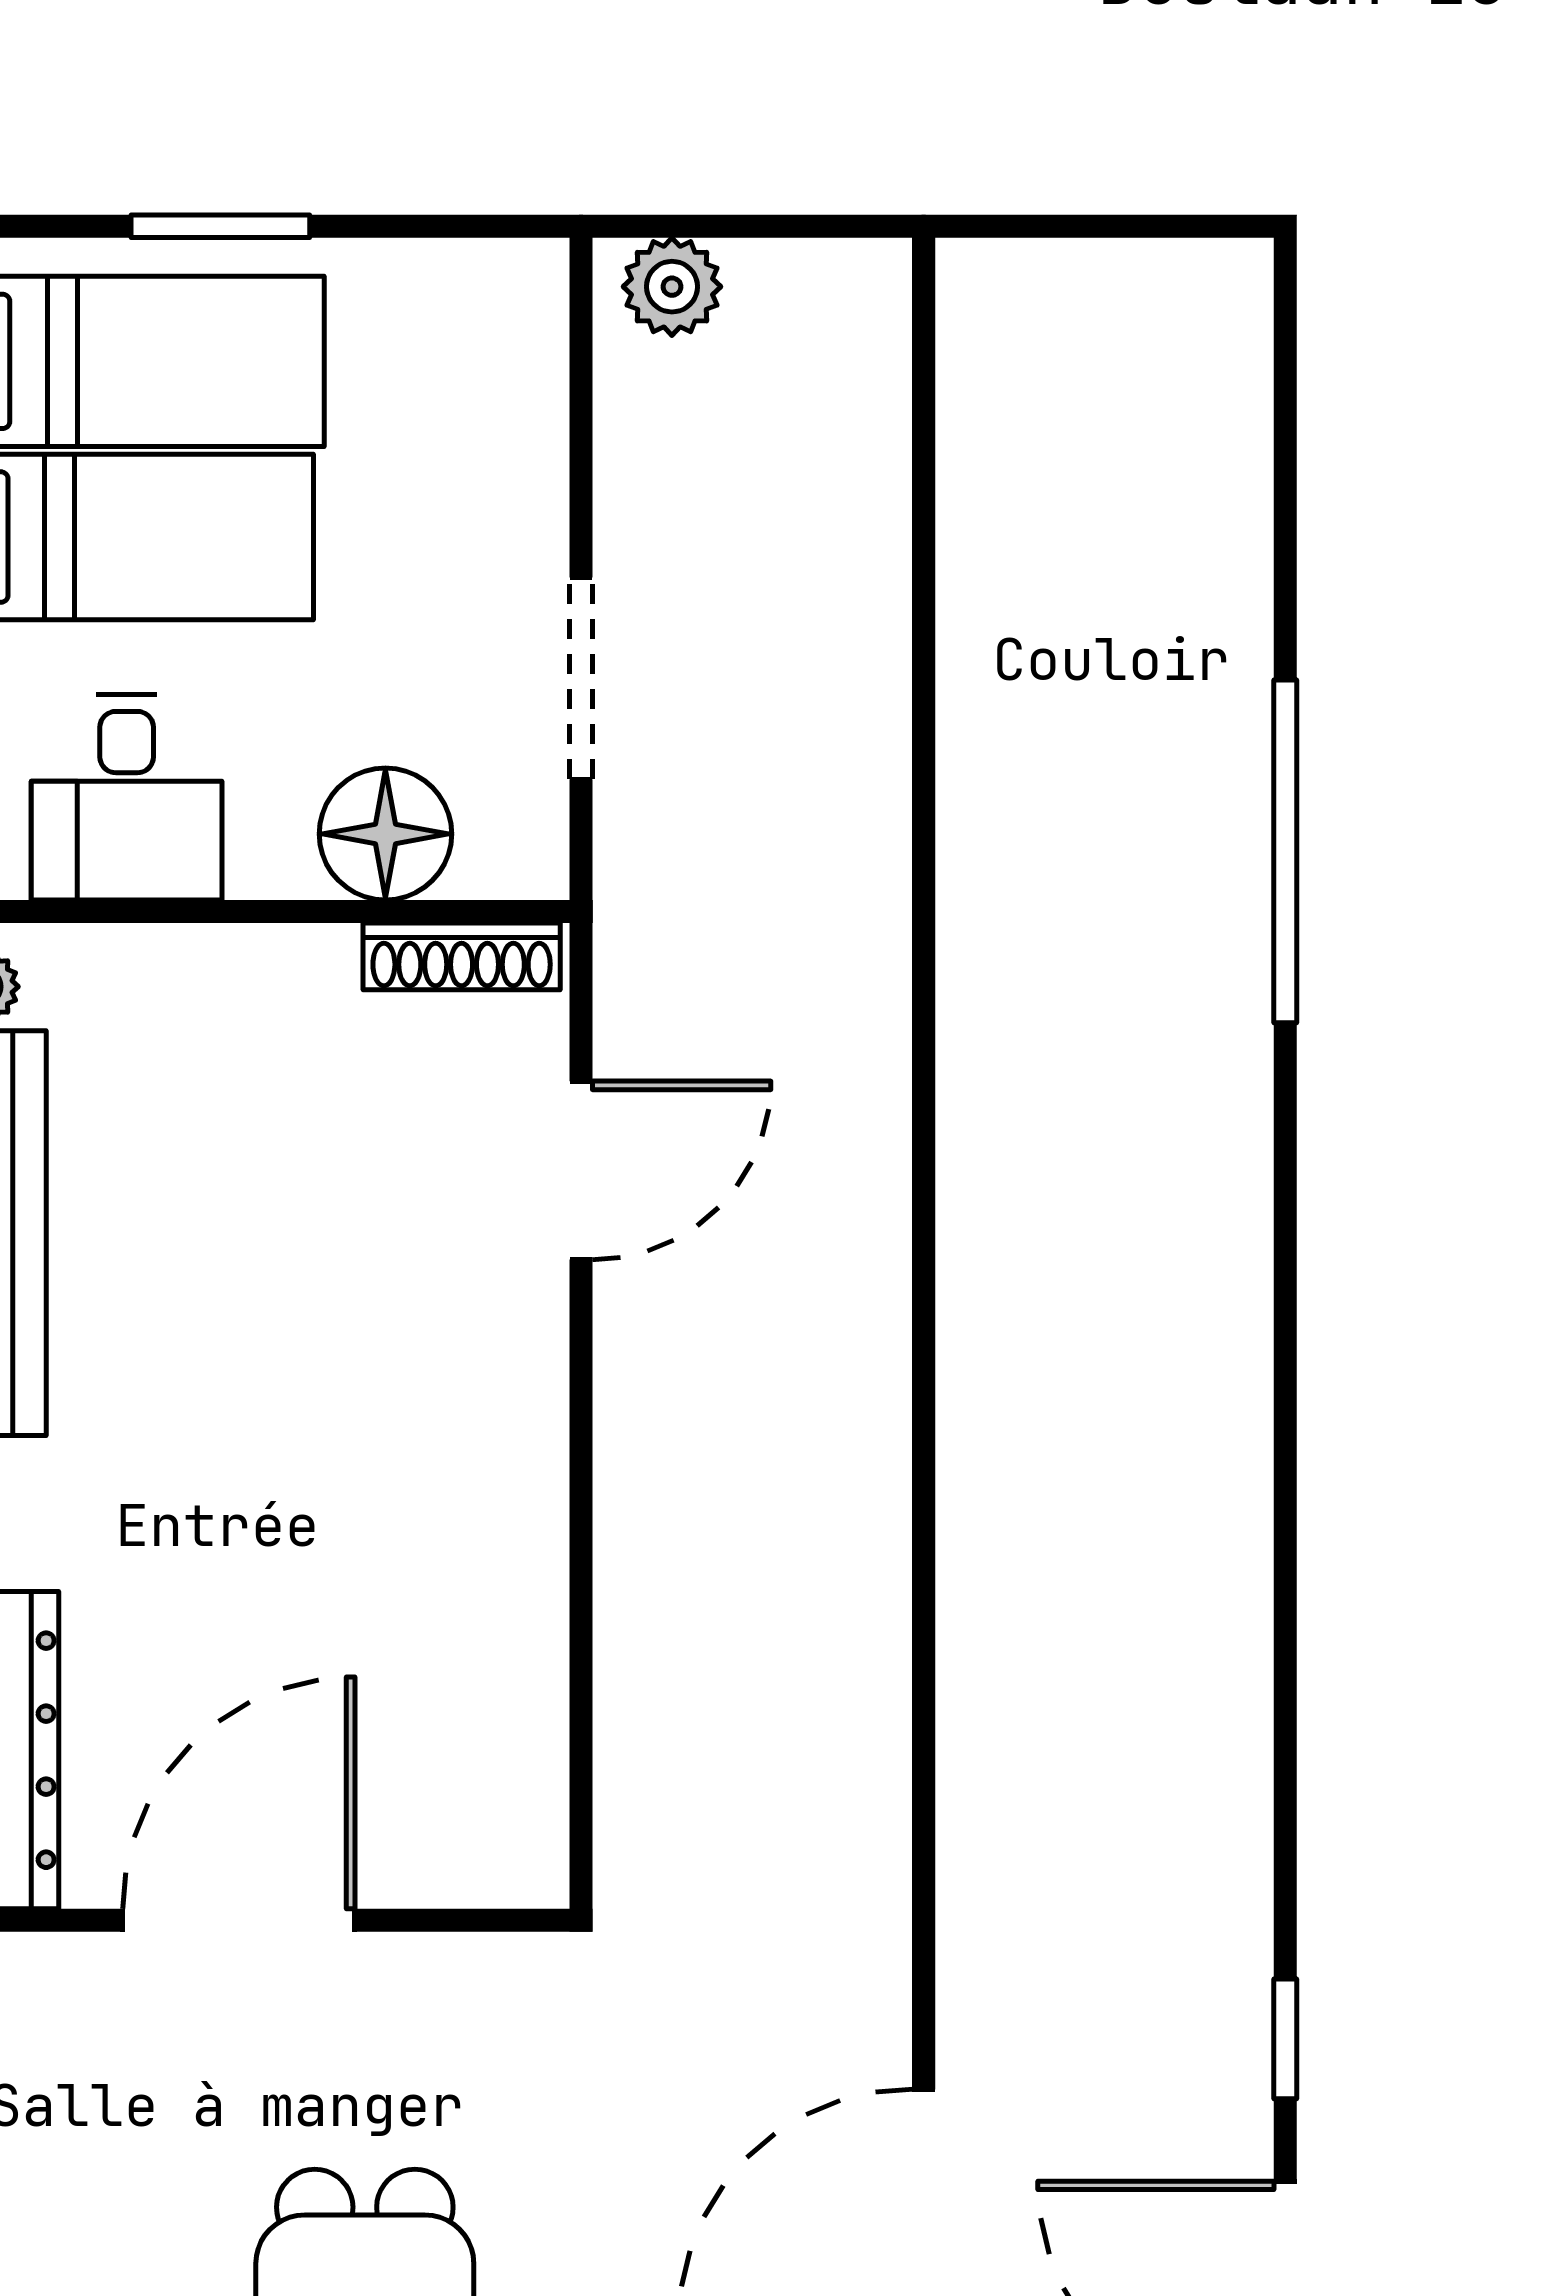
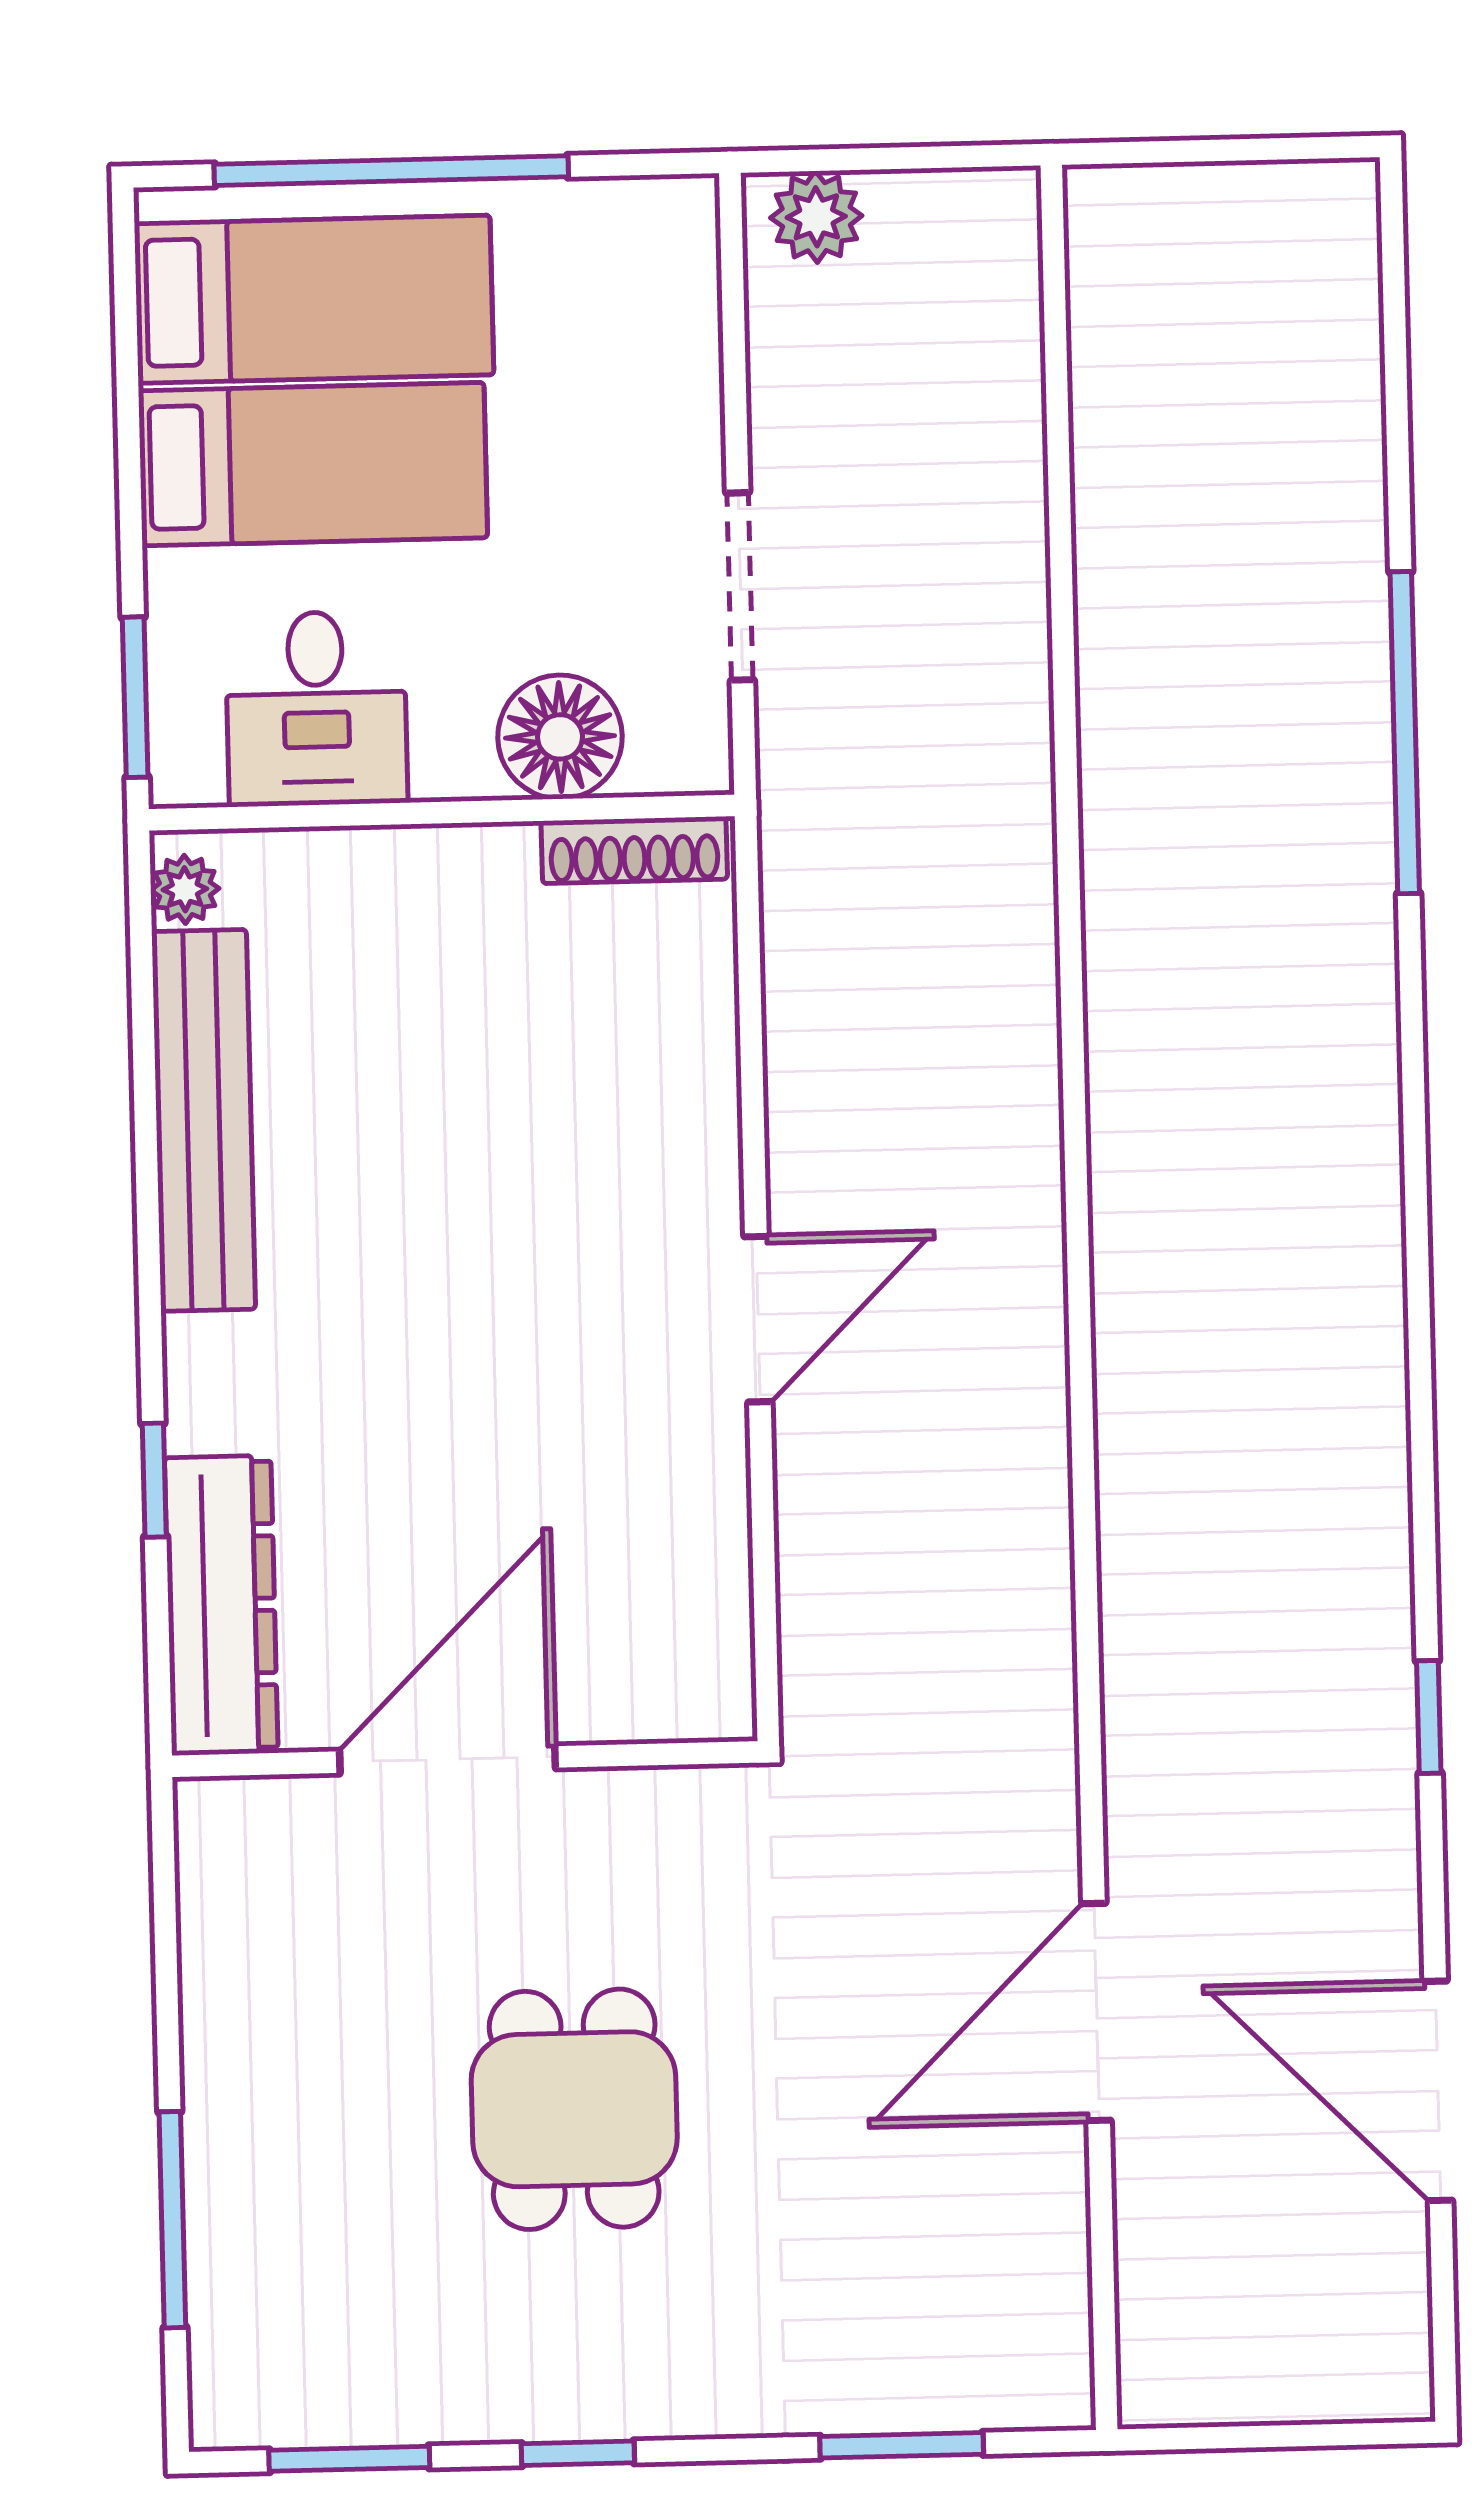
window: (220, 226) -> (391, 171), width x2.11
door: (581, 1170) -> (758, 1319), moved
window: (1285, 2039) -> (1429, 1717), moved

